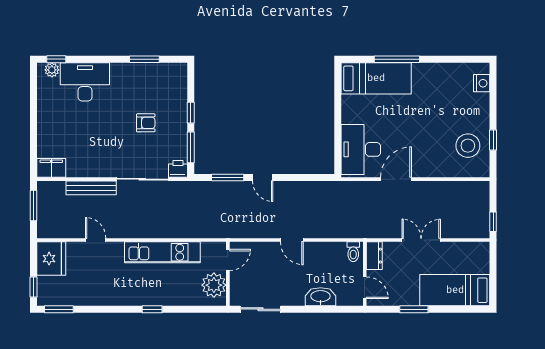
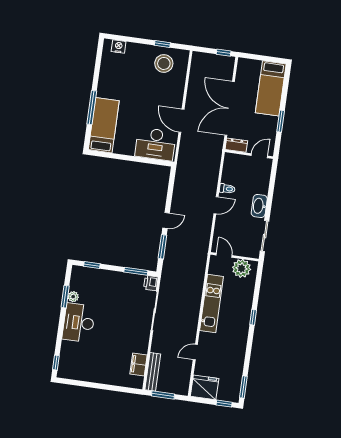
plant: (52, 70) -> (73, 297), moved
desk: (85, 82) -> (79, 323), moved
window: (191, 113) -> (92, 265), moved
armchair: (146, 123) -> (113, 302), removed
filing cabinet: (51, 168) -> (139, 364), moved
bench: (91, 188) -> (153, 372), moved
double door: (421, 240) -> (230, 108), width x1.87
toilet: (353, 252) -> (227, 189), moved
washbasin: (321, 297) -> (259, 206), moved

